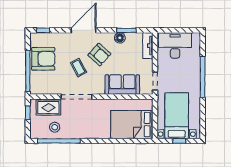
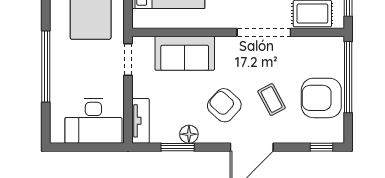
coffee table: (78, 68) -> (272, 99), moved

